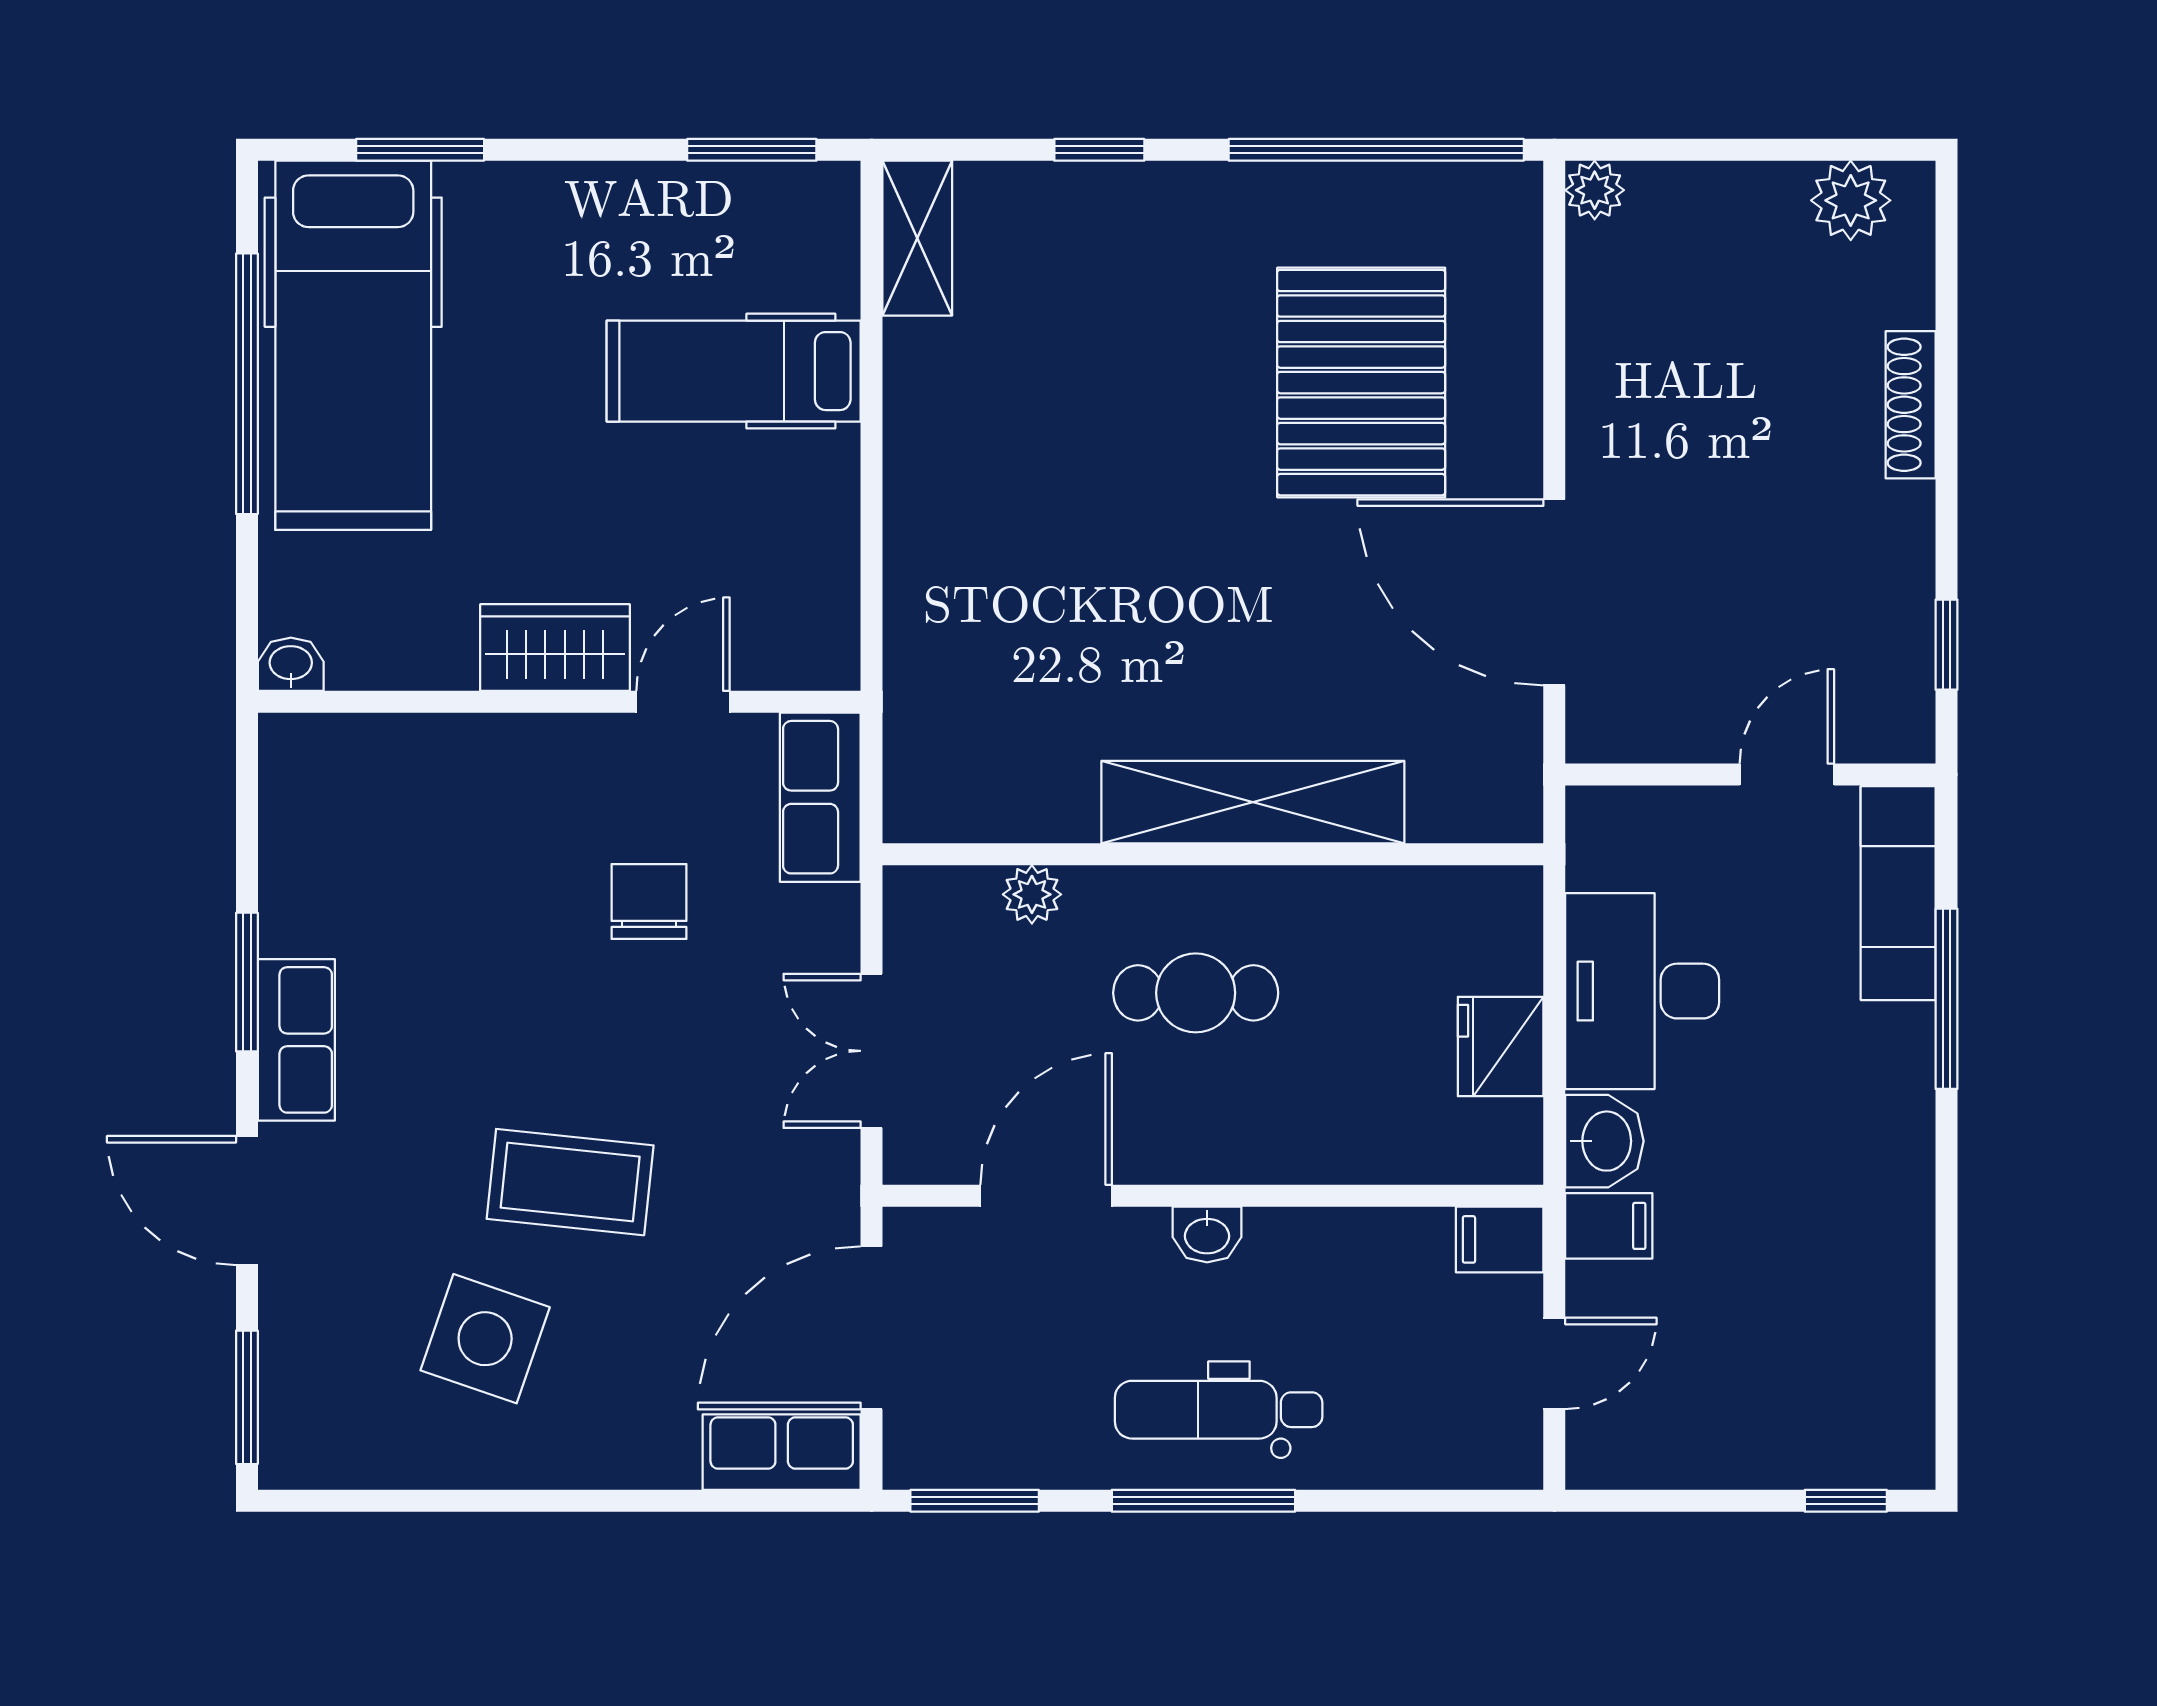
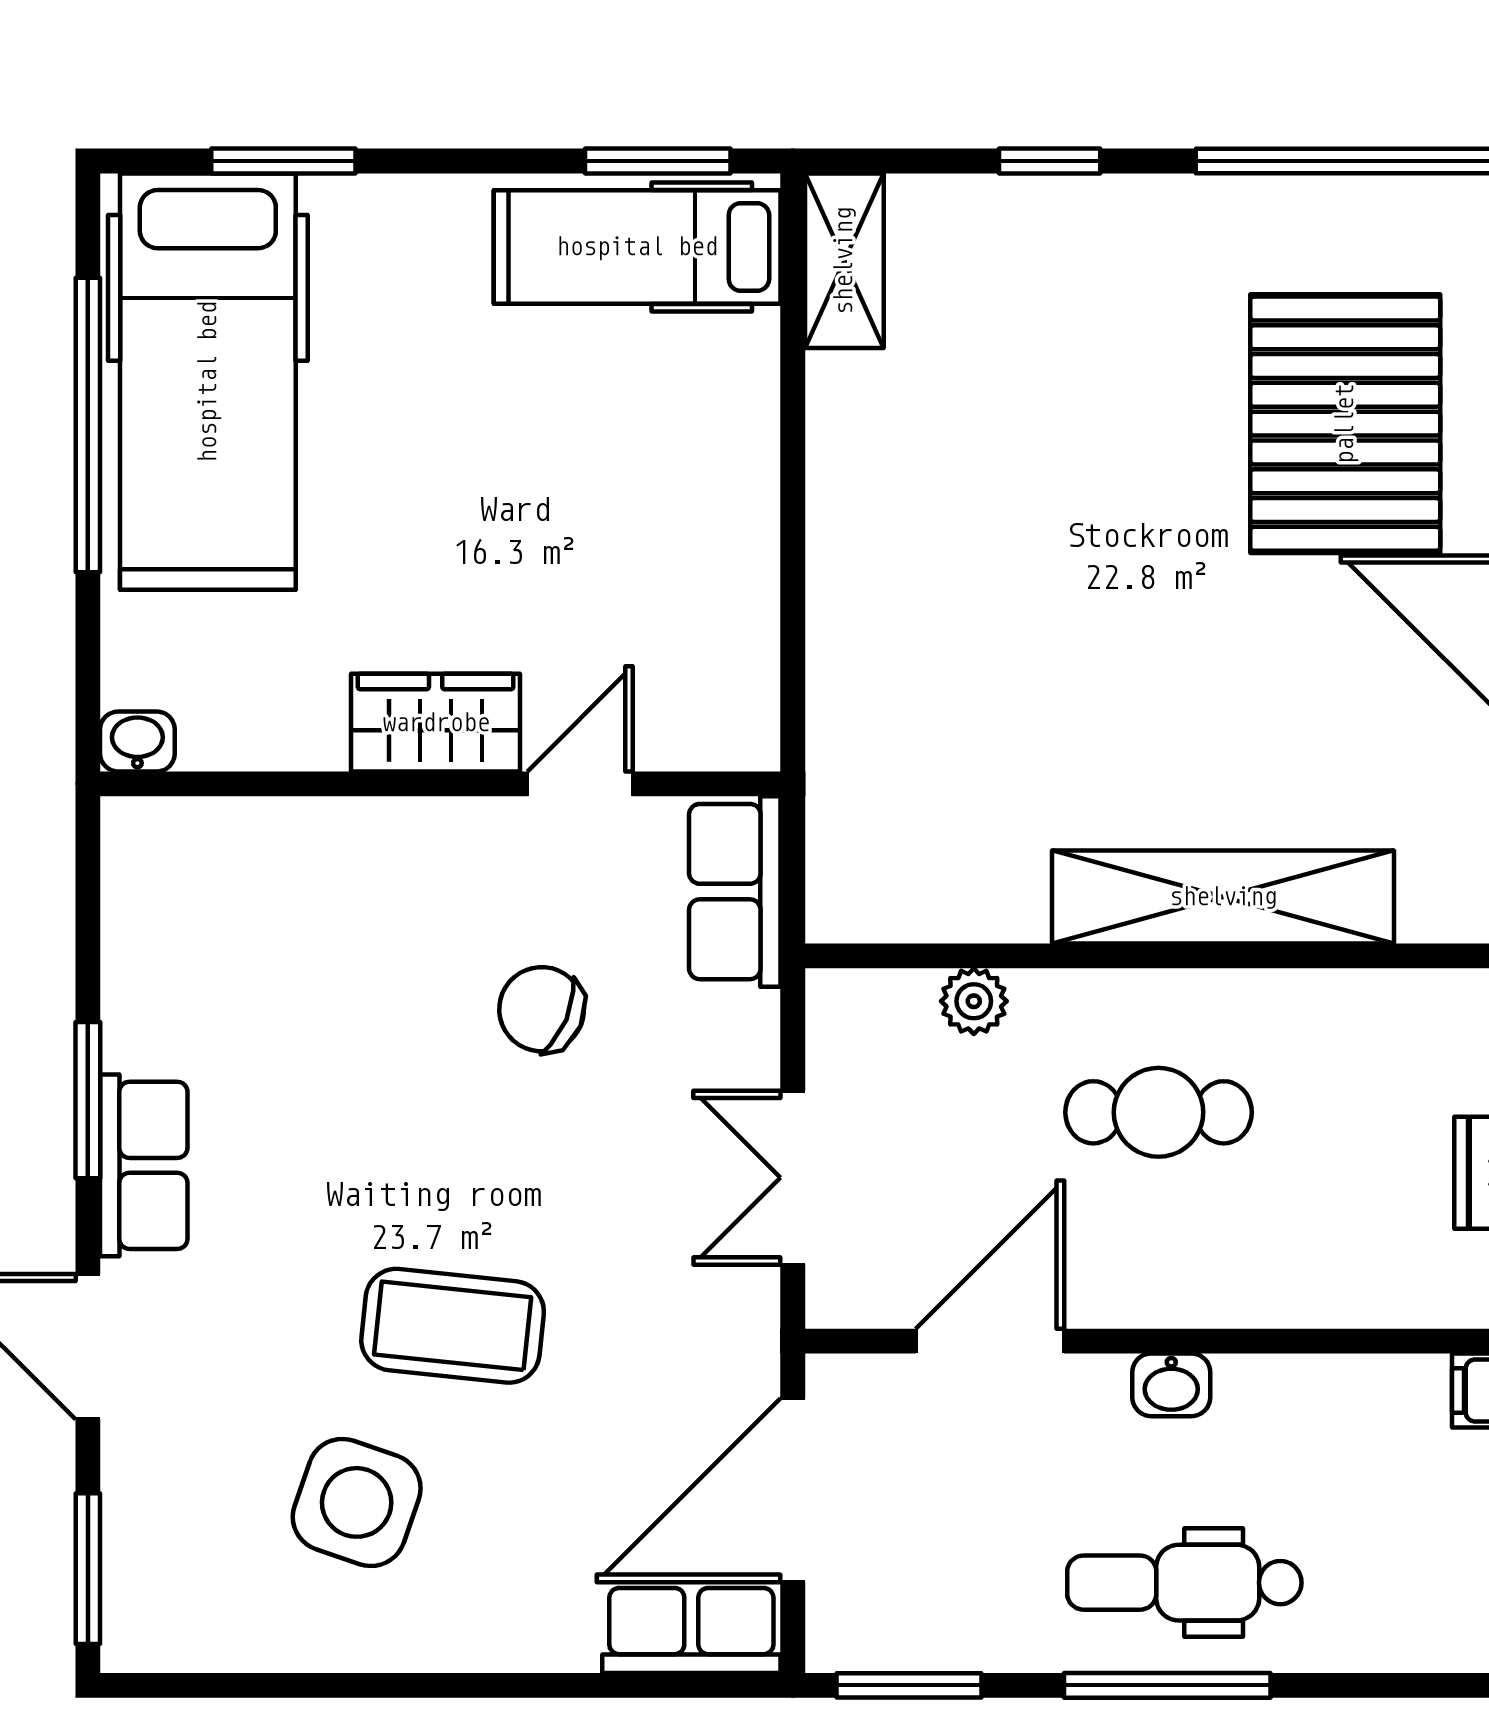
hospital bed: (734, 371) -> (637, 247), moved
chair: (649, 901) -> (542, 1009), turned -67

